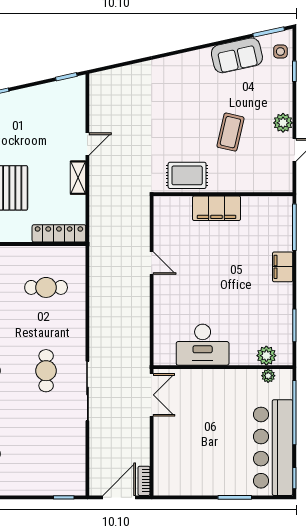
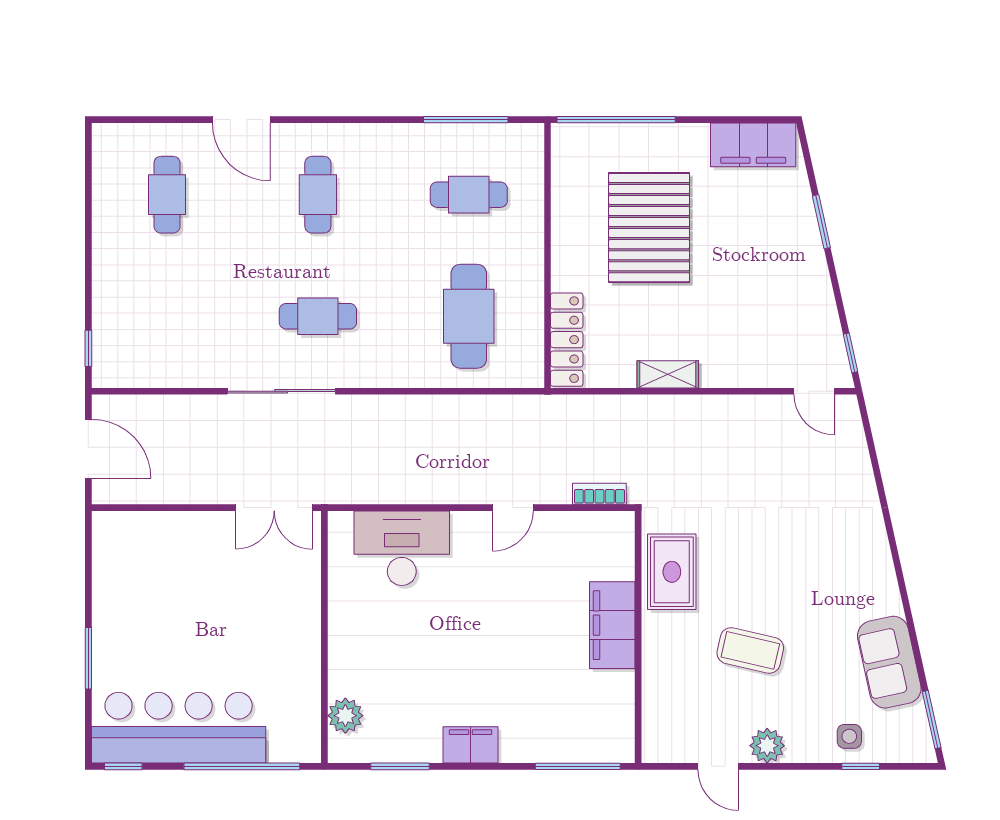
side table: (280, 52) -> (849, 736), moved
door: (87, 144) -> (814, 391), moved
filing cabinet: (283, 267) -> (470, 745), moved
cafe table: (46, 287) -> (469, 316), width x1.37, depth x1.35
desk: (203, 345) -> (402, 548), moved, turned 90
plant: (268, 376) -> (309, 719), removed
bookcase: (144, 481) -> (599, 494), moved

